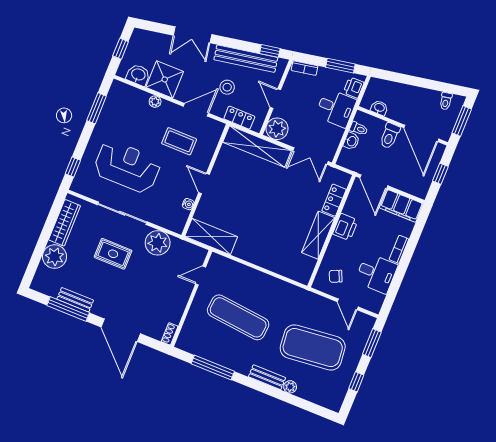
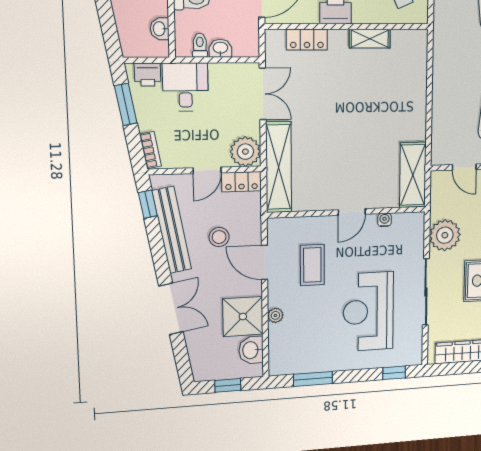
locker: (239, 118) -> (241, 182), moved, turned -90
shelving: (318, 235) -> (370, 39), width x0.67, depth x0.75

